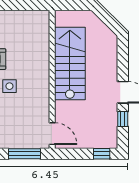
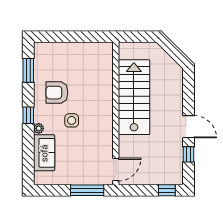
door: (52, 134) -> (116, 170), hinge flipped

